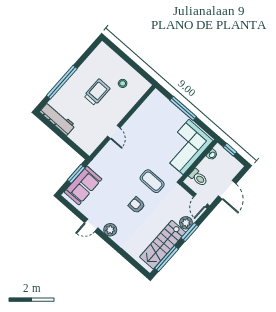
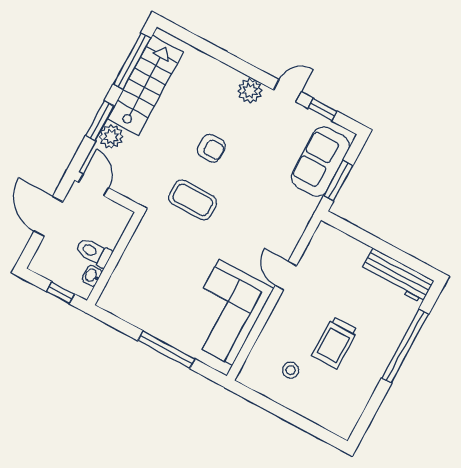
corner sofa: (186, 147) -> (226, 312), moved, turned 180
toilet: (198, 178) -> (94, 252), moved
window: (76, 212) -> (323, 110), added

